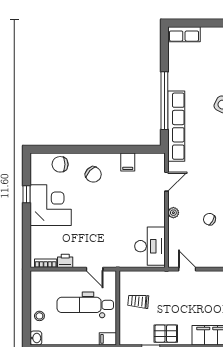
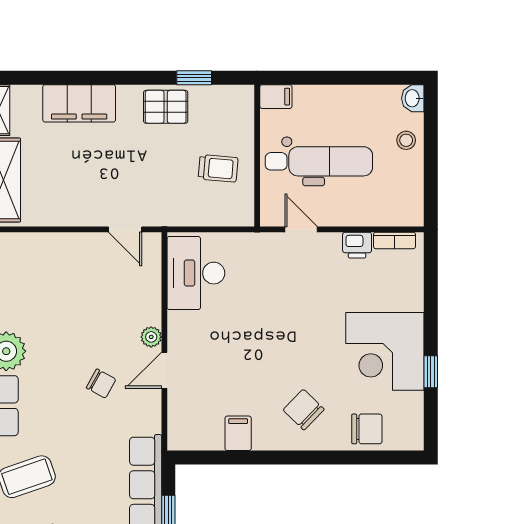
door: (166, 182) -> (164, 370), moved
chair: (209, 219) -> (101, 384), moved

